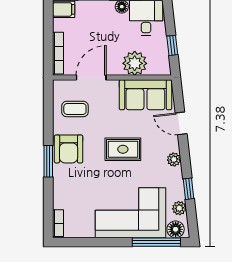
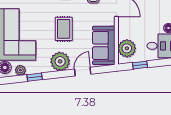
plant: (135, 63) -> (127, 48), moved
plant: (174, 159) -> (60, 61), width x1.87, depth x1.87

